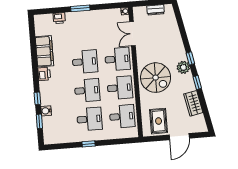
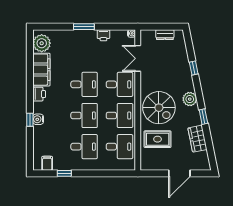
printer: (59, 18) -> (103, 35), moved
plant: (43, 27) -> (42, 43), added
window: (190, 58) -> (194, 68), moved
water cooler: (46, 111) -> (38, 119), moved
window: (39, 121) -> (30, 145), removed
rug: (159, 121) -> (158, 139), moved, turned 90
filing cabinet: (57, 137) -> (47, 163), added
window: (89, 144) -> (64, 173), moved

